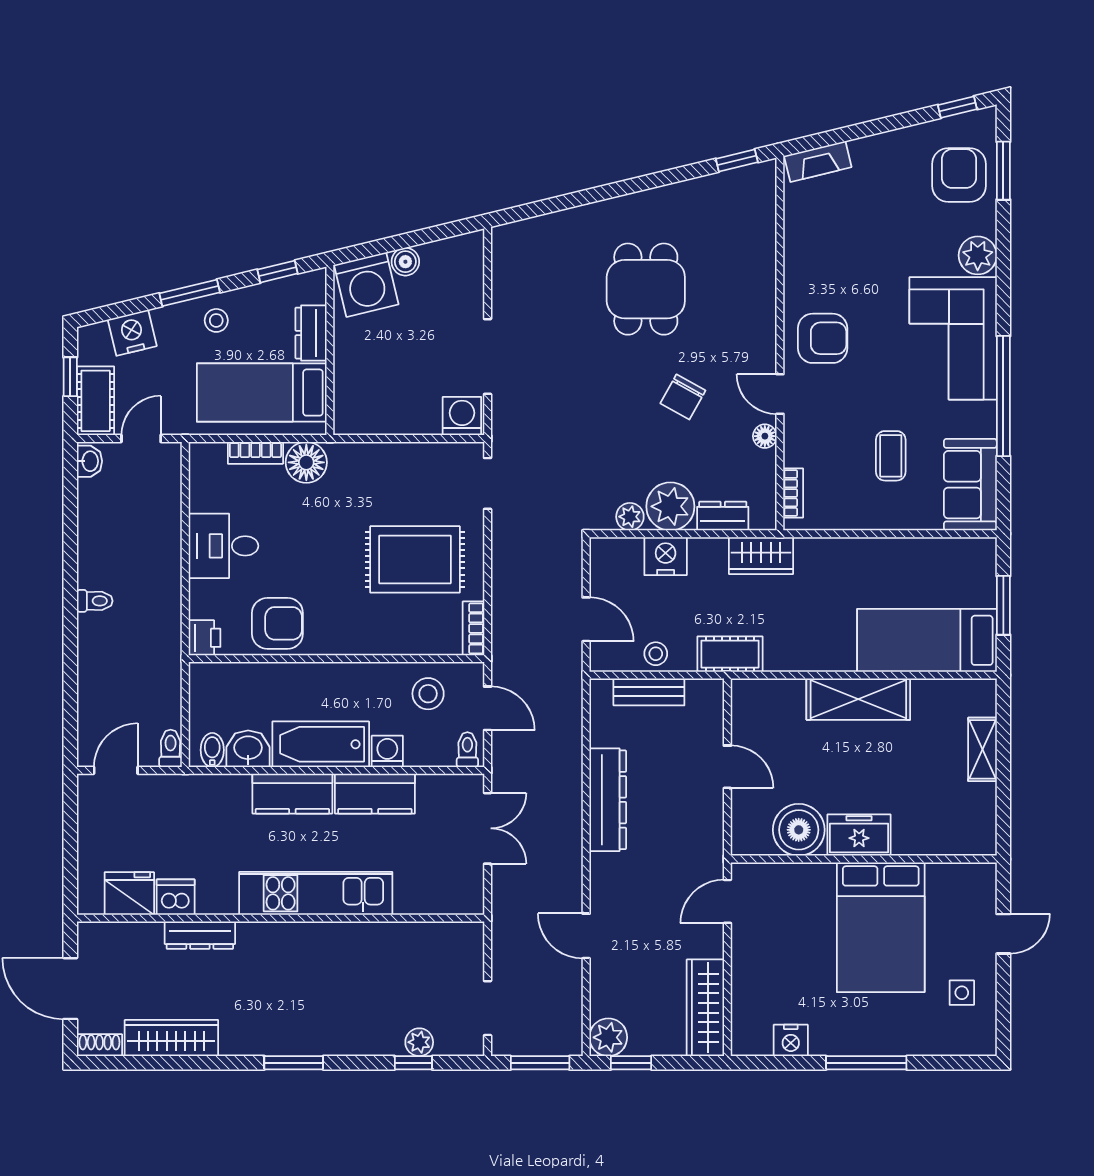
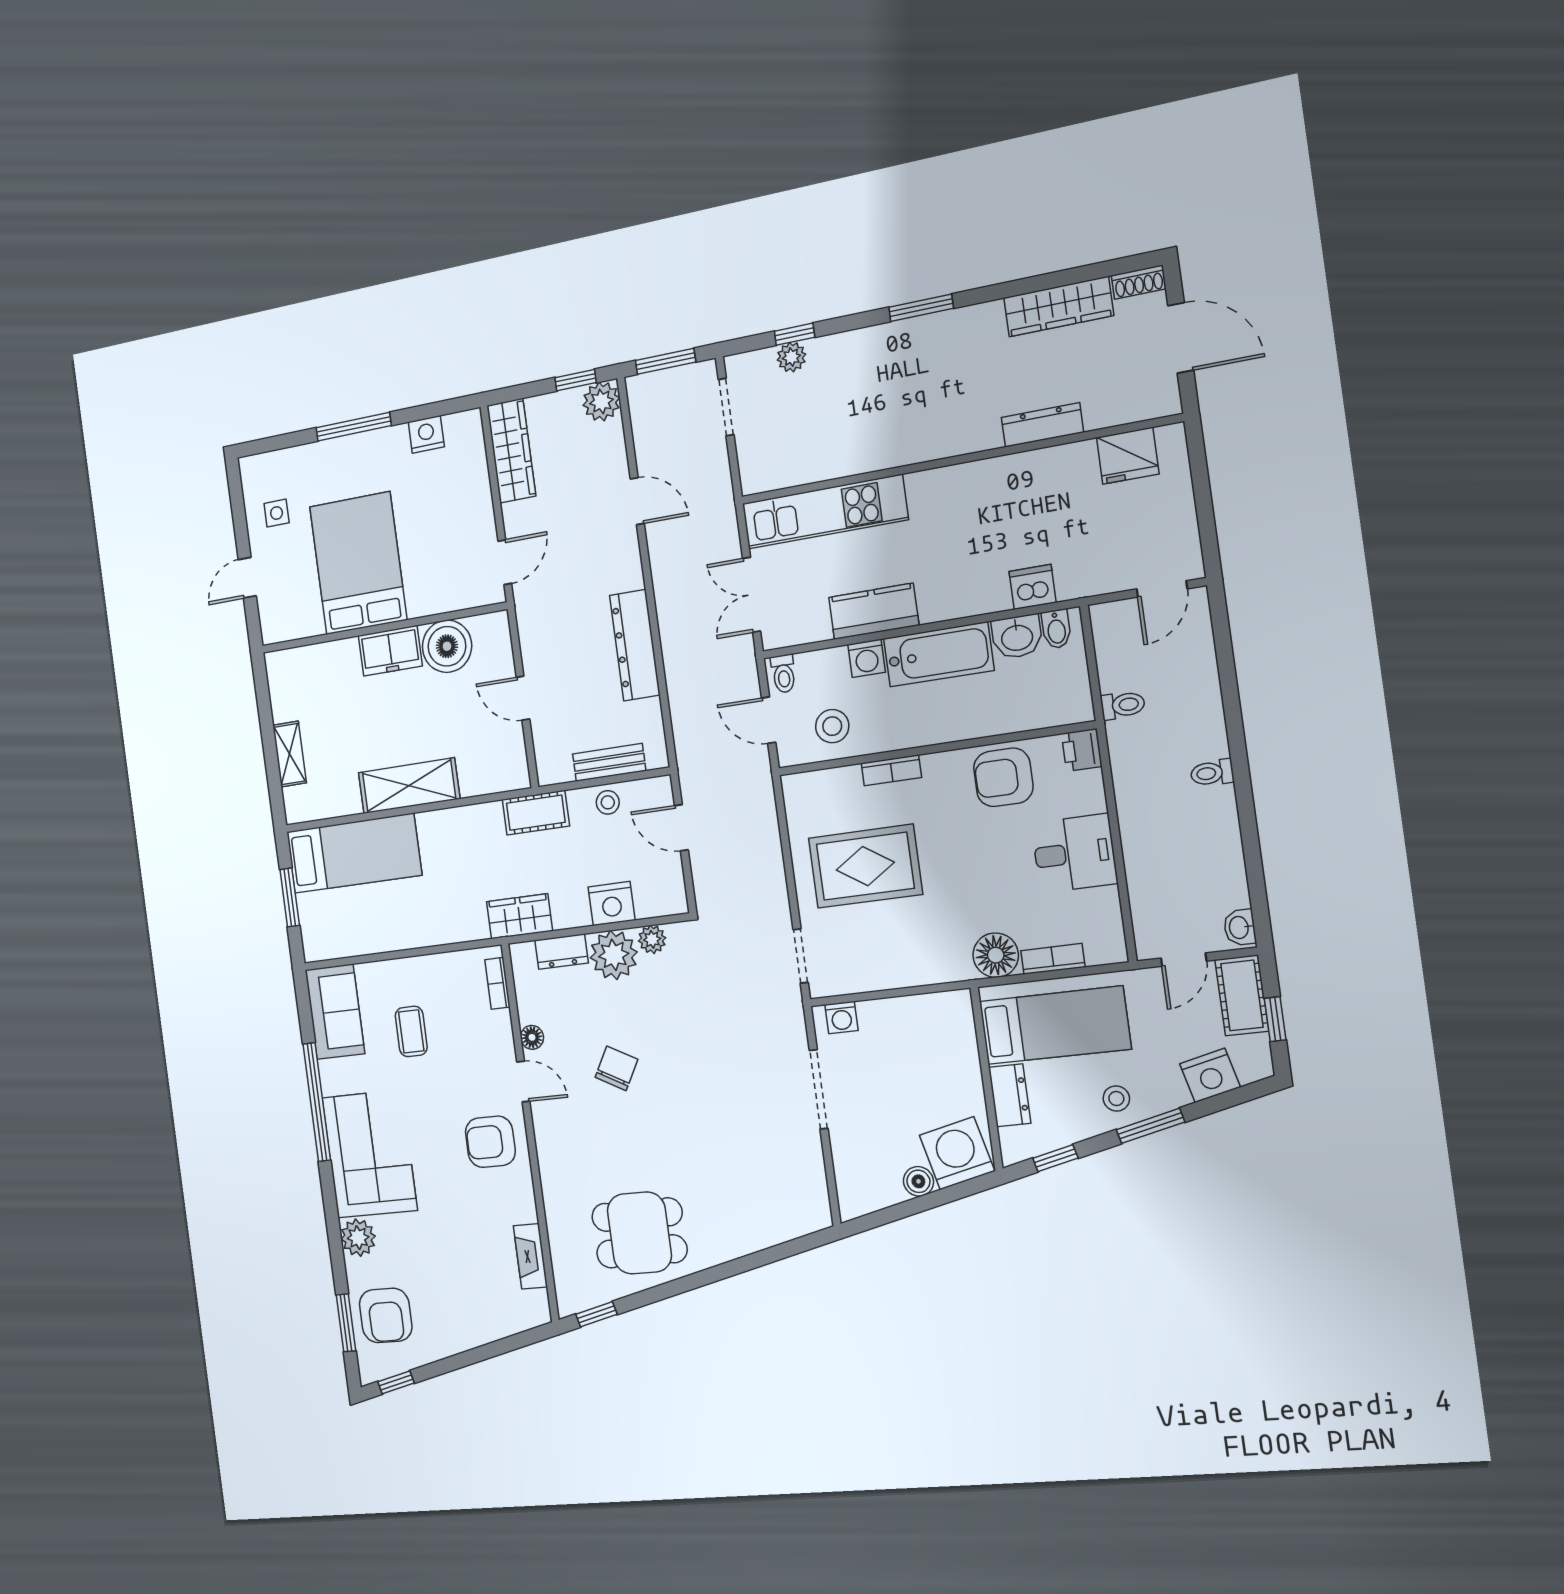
fireplace: (818, 161) -> (530, 1256), moved, turned -76
dining table: (646, 289) -> (639, 1233), moved, turned 90
washing machine: (462, 416) -> (841, 1018), width x0.73, depth x0.73
bookcase: (473, 628) -> (891, 770), moved, turned 90
toilet: (171, 748) -> (1123, 705), moved, turned -90
kitchen counter: (292, 794) -> (962, 596), removed
kitchen unit: (316, 893) -> (825, 512), moved
dishwasher: (176, 897) -> (1033, 587), moved, turned 180

